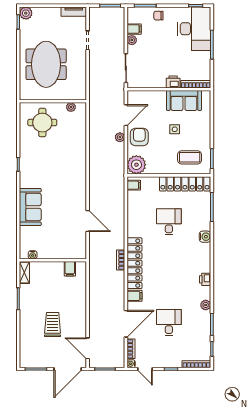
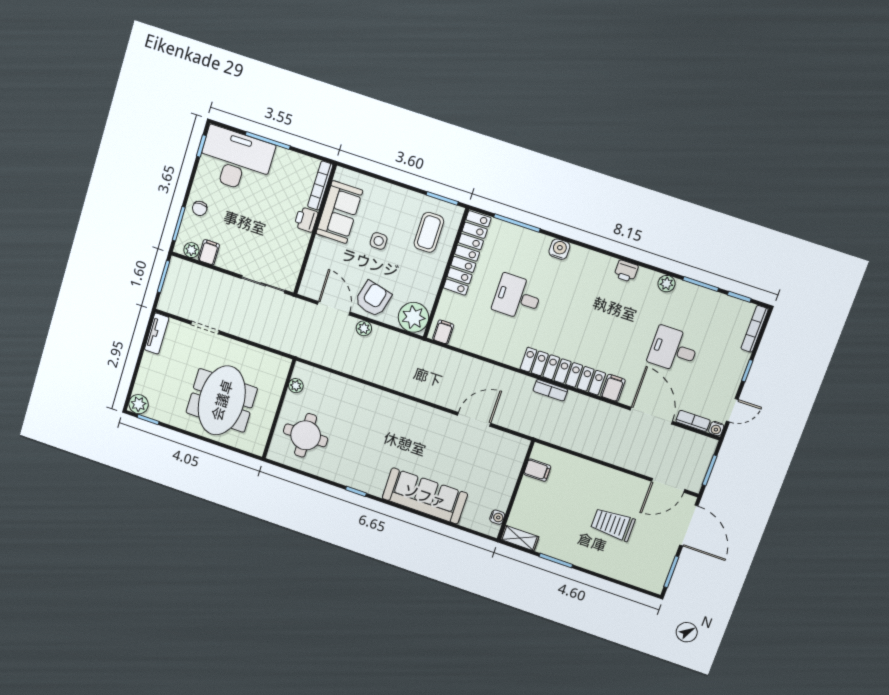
plant: (132, 40) -> (191, 250), moved
meeting table: (46, 64) -> (222, 400), turned 90
armchair: (139, 137) -> (373, 299), turned 104
sofa: (30, 207) -> (425, 496), width x1.36

